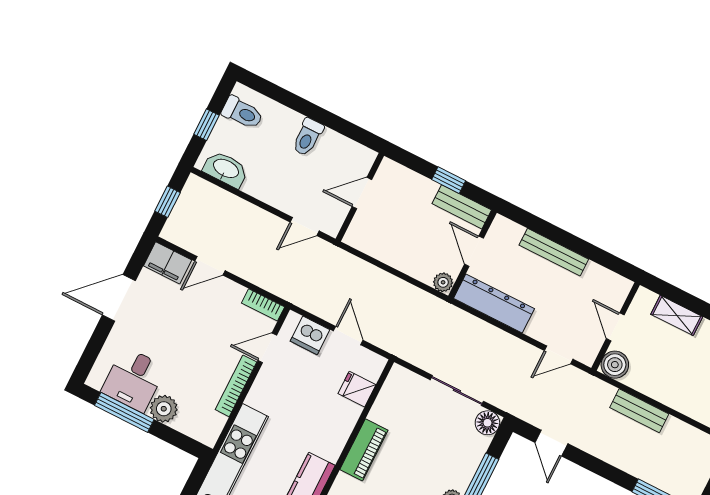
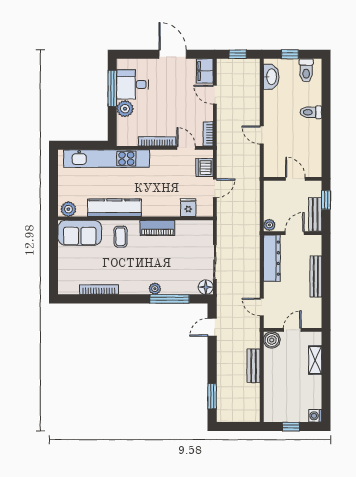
door: (362, 193) -> (295, 179), moved
wall: (360, 197) -> (293, 179), moved

